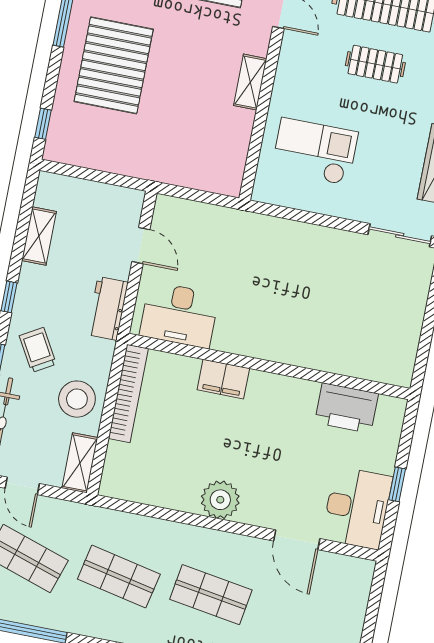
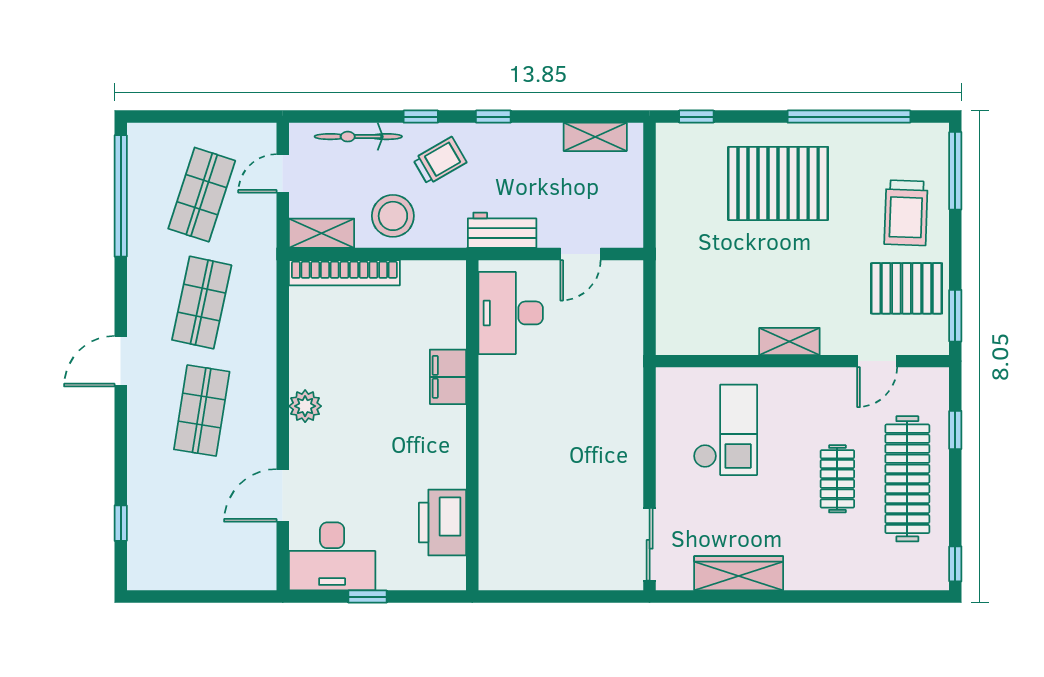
shelving: (39, 236) -> (595, 137), moved
bookcase: (128, 393) -> (344, 273), moved
plant: (220, 500) -> (305, 406), width x0.73, depth x0.73

